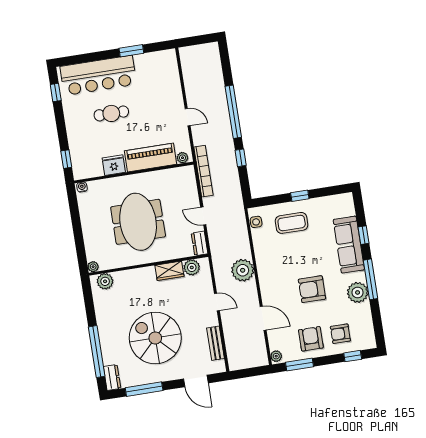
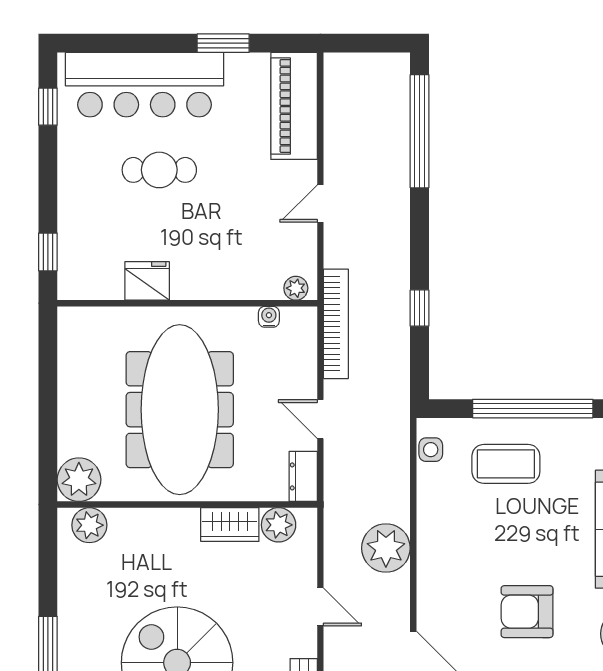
window: (233, 112) -> (419, 131), moved
door: (188, 117) -> (320, 204), swing flipped
piano: (151, 157) -> (294, 106), moved, turned -90
water cooler: (82, 187) -> (269, 317), moved
window: (300, 196) -> (533, 409), width x3.17
meeting table: (138, 222) -> (180, 410), width x1.36
plant: (93, 267) -> (79, 480), width x1.87, depth x1.87

